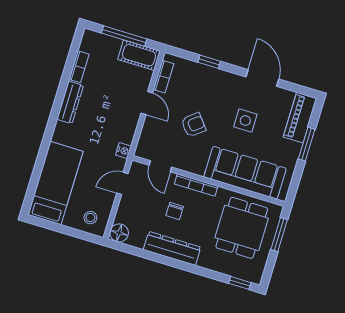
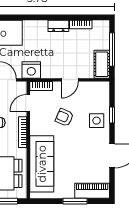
bookcase: (164, 77) -> (41, 86), moved
dresser: (70, 102) -> (58, 26), width x0.70
side table: (245, 121) -> (97, 121), moved
armchair: (193, 125) -> (64, 117), turned 153
nightstand: (123, 151) -> (31, 70), width x1.89, depth x1.79

